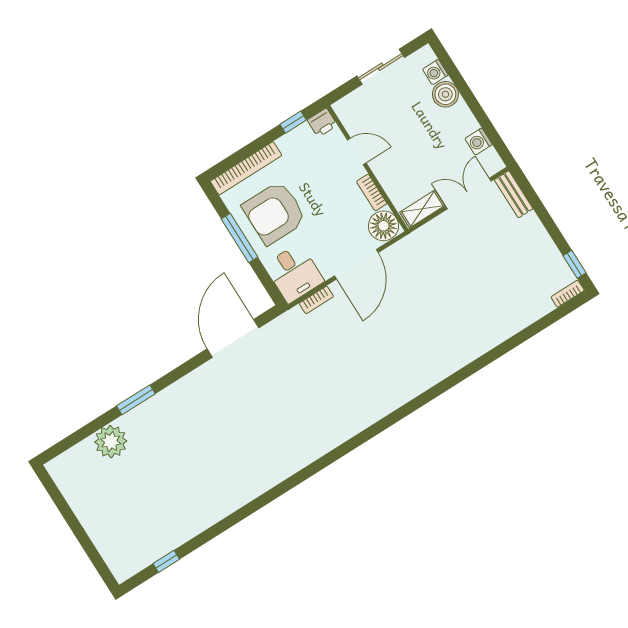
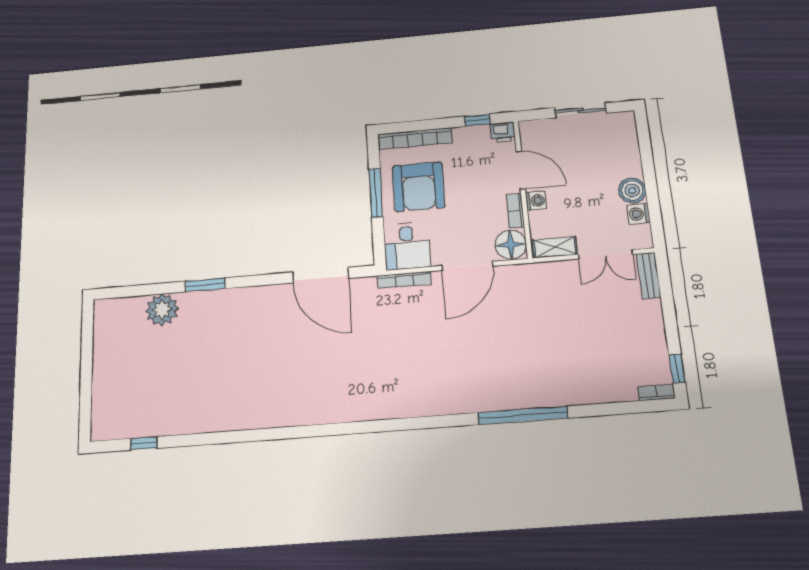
washing machine: (435, 72) -> (536, 201), moved, turned 180
boiler: (445, 94) -> (632, 190), moved
door: (357, 151) -> (521, 170), width x1.38
double door: (468, 193) -> (605, 254), swing flipped
armchair: (274, 213) -> (419, 187), turned -90
bookcase: (316, 300) -> (404, 280), width x1.56
door: (233, 338) -> (321, 275), swing flipped
window: (469, 370) -> (523, 415), added

